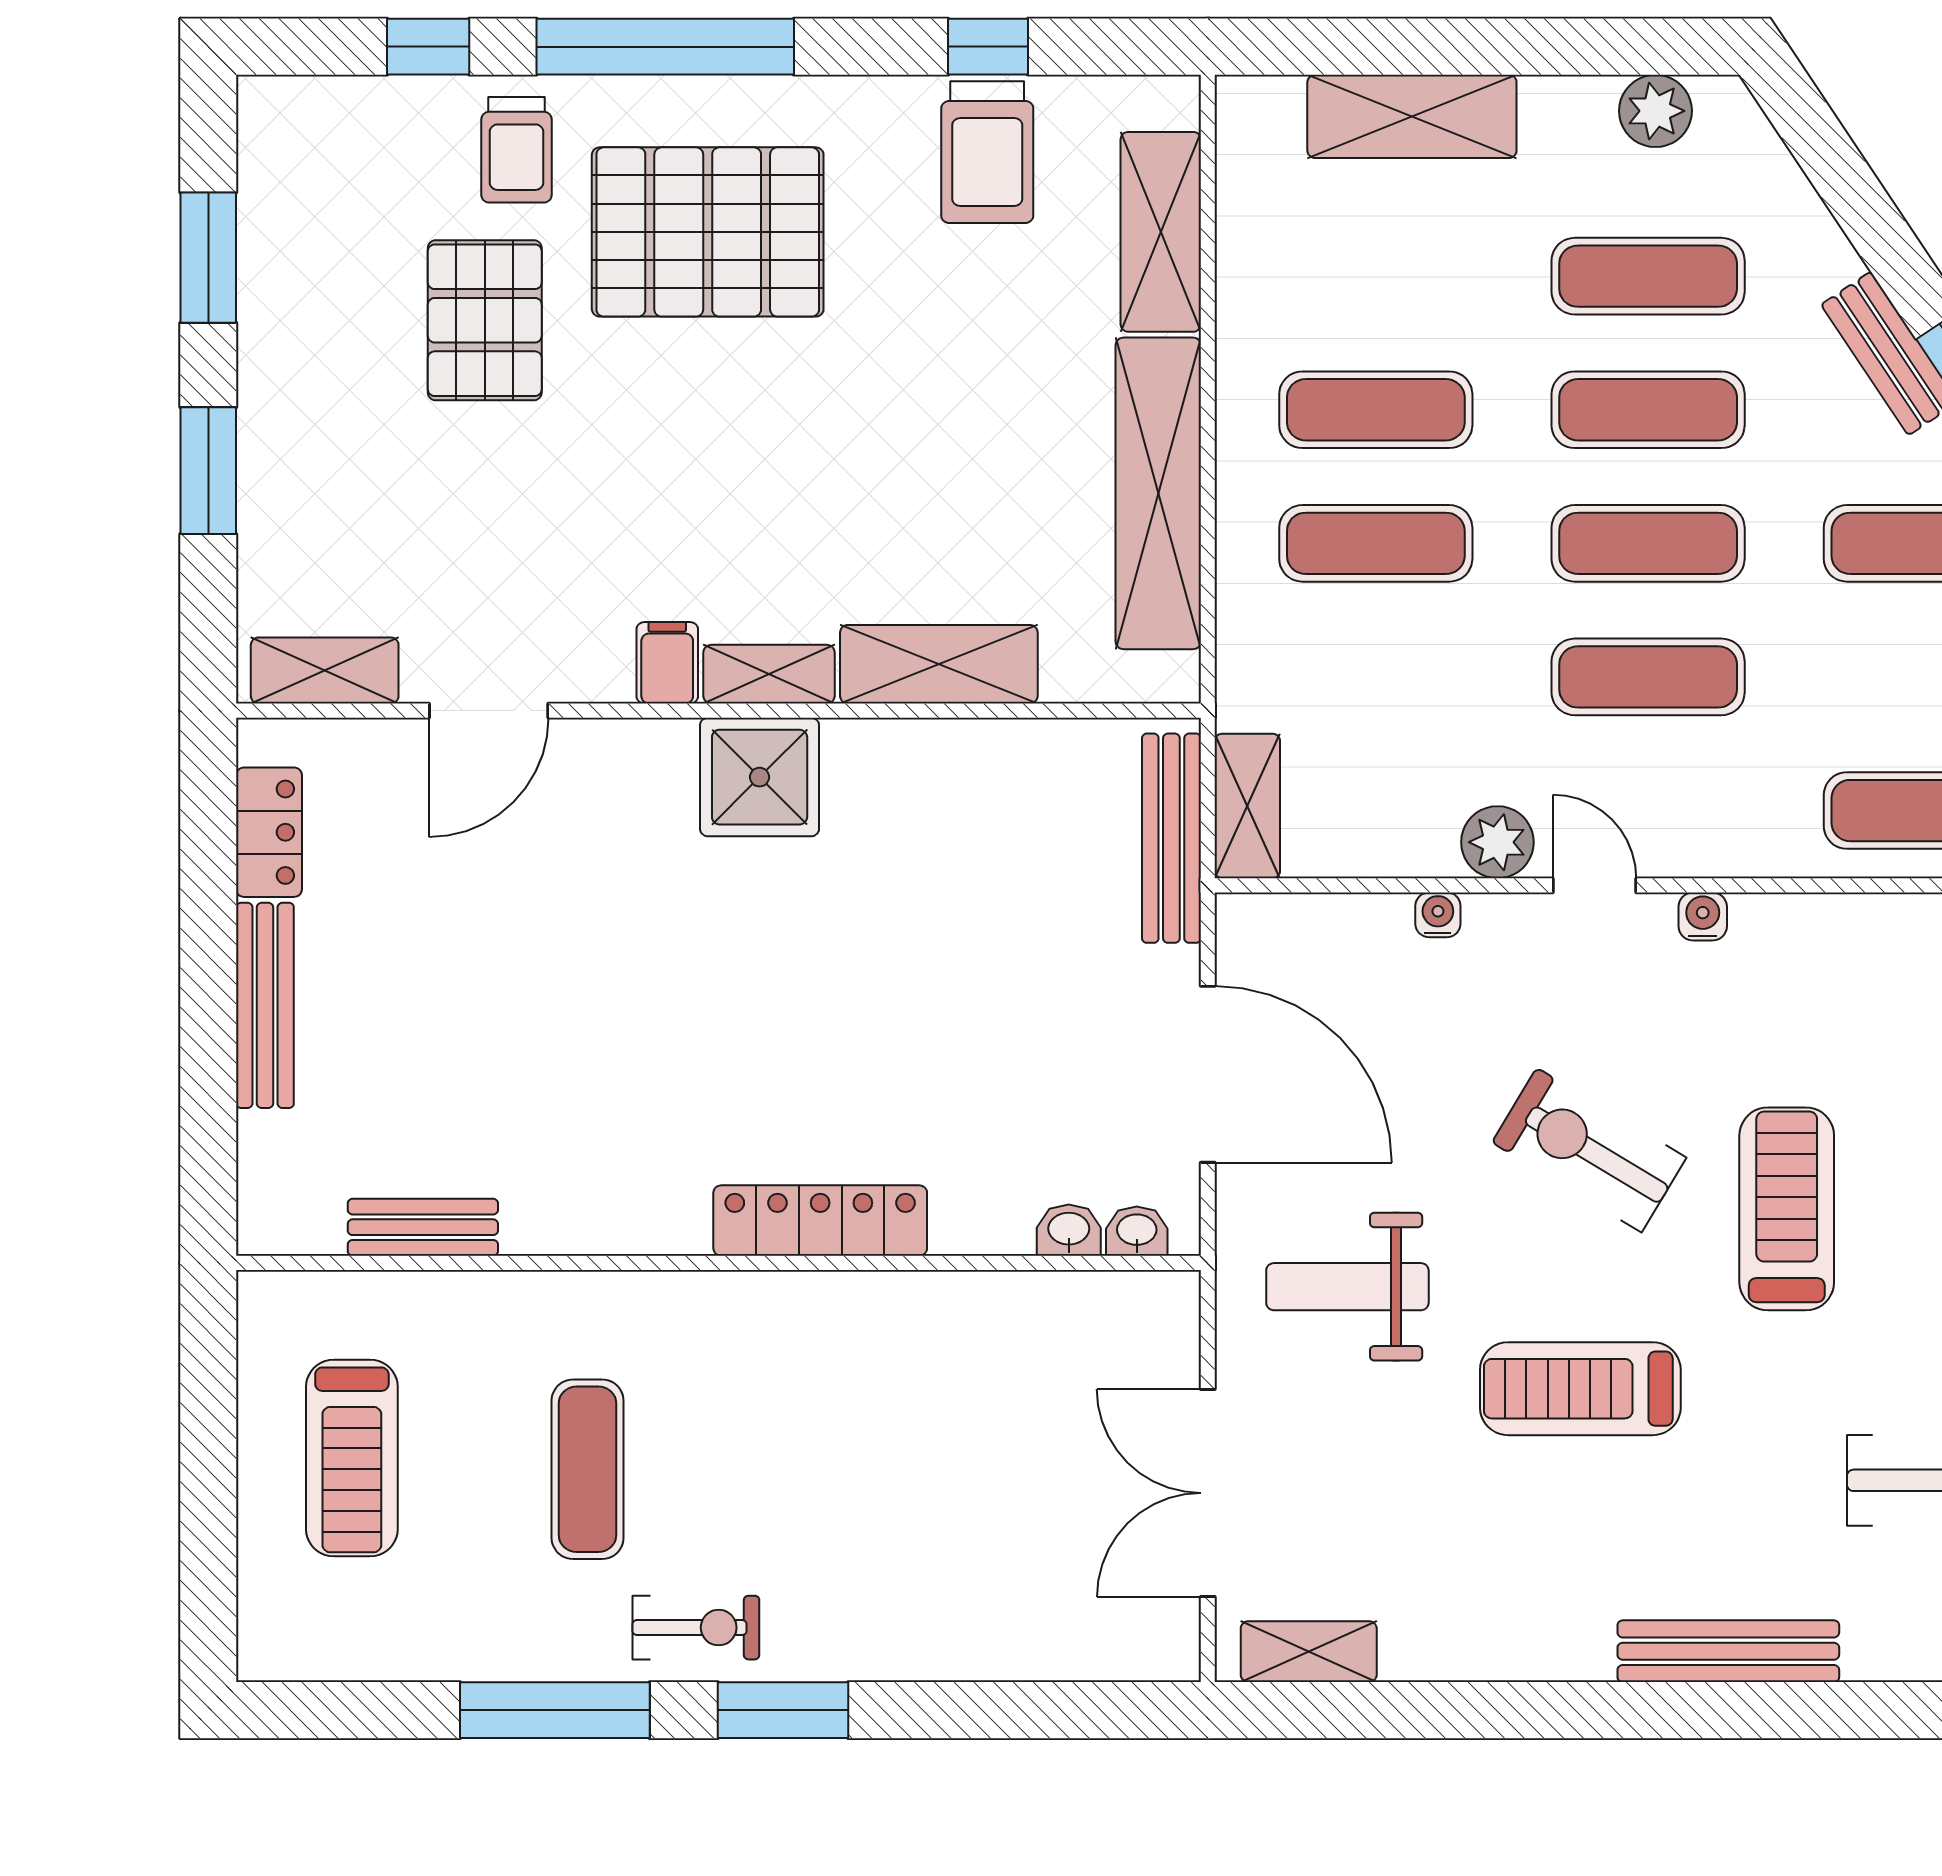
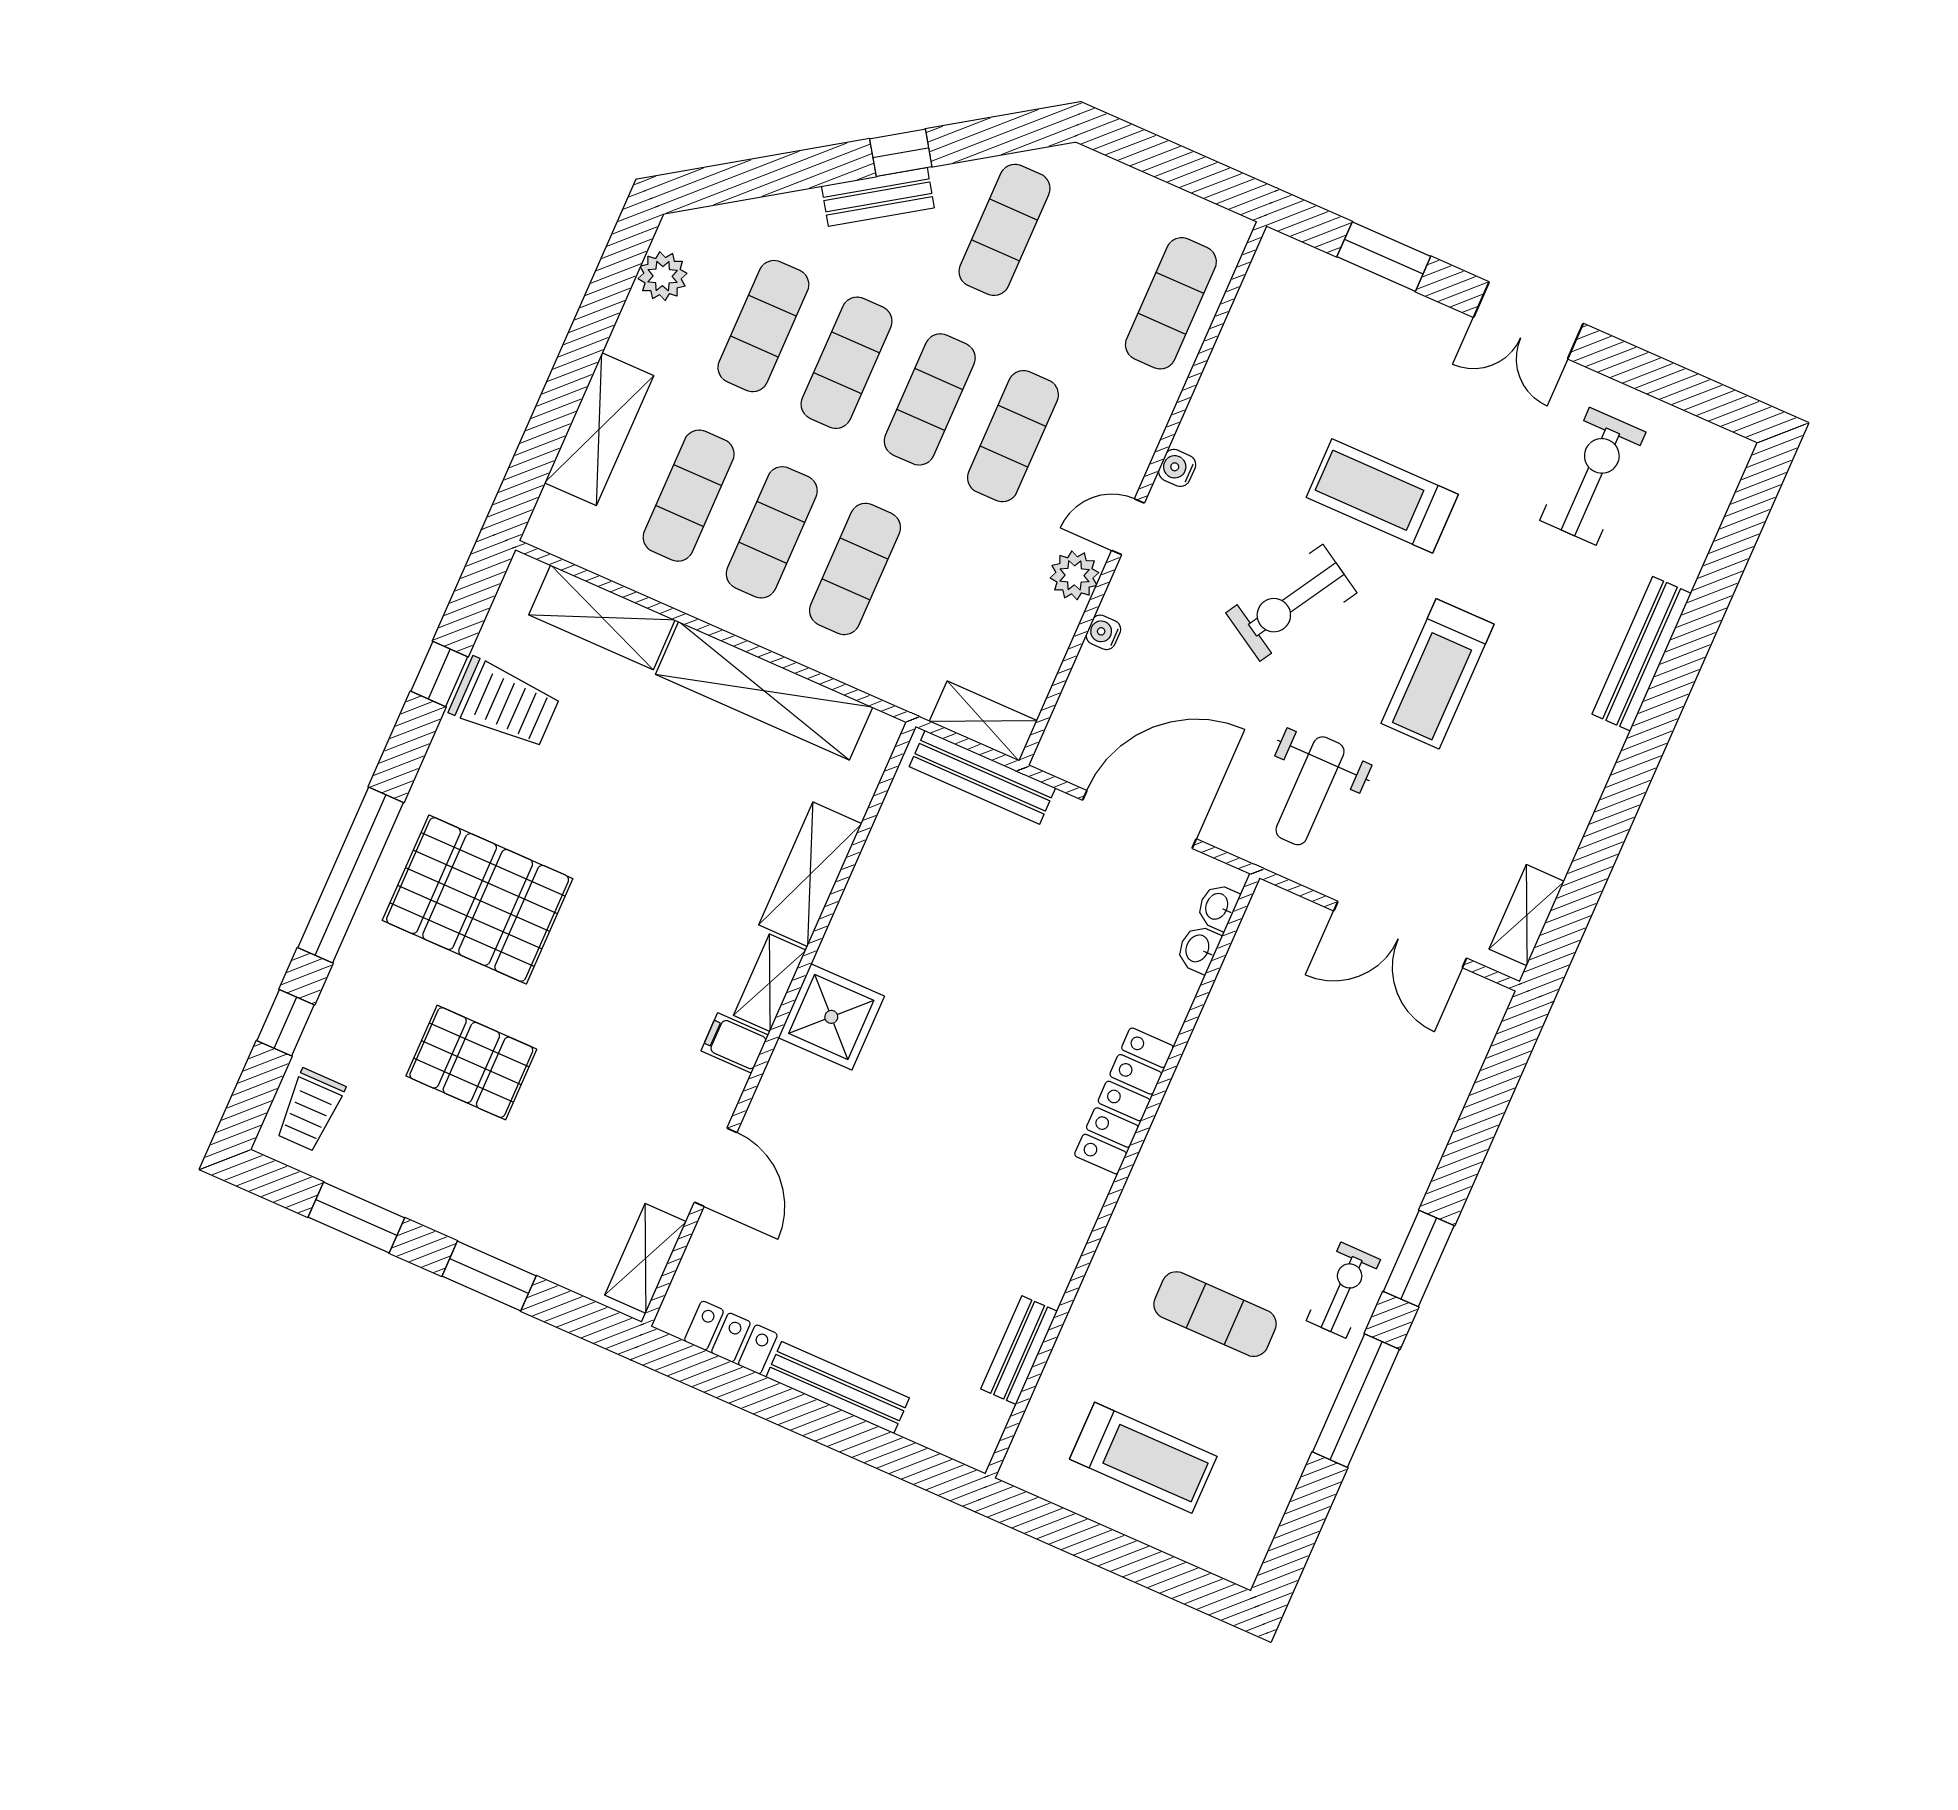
trolley: (516, 150) -> (310, 1110), moved, turned 90
pallet: (708, 232) -> (478, 899), turned 90
exercise mat: (1376, 276) -> (689, 496), added

